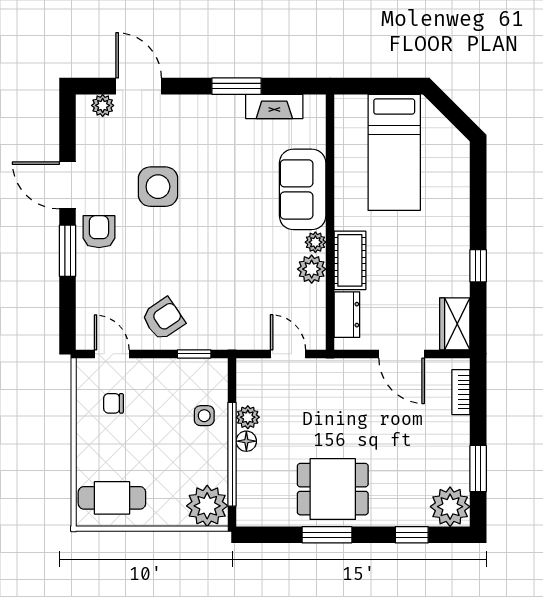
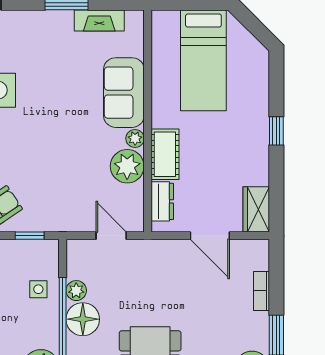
window: (478, 266) -> (276, 131), moved
plant: (312, 269) -> (127, 166), width x1.36, depth x1.36
bookcase: (461, 392) -> (261, 291), moved
floor lamp: (246, 441) -> (83, 319), width x1.89, depth x1.89

